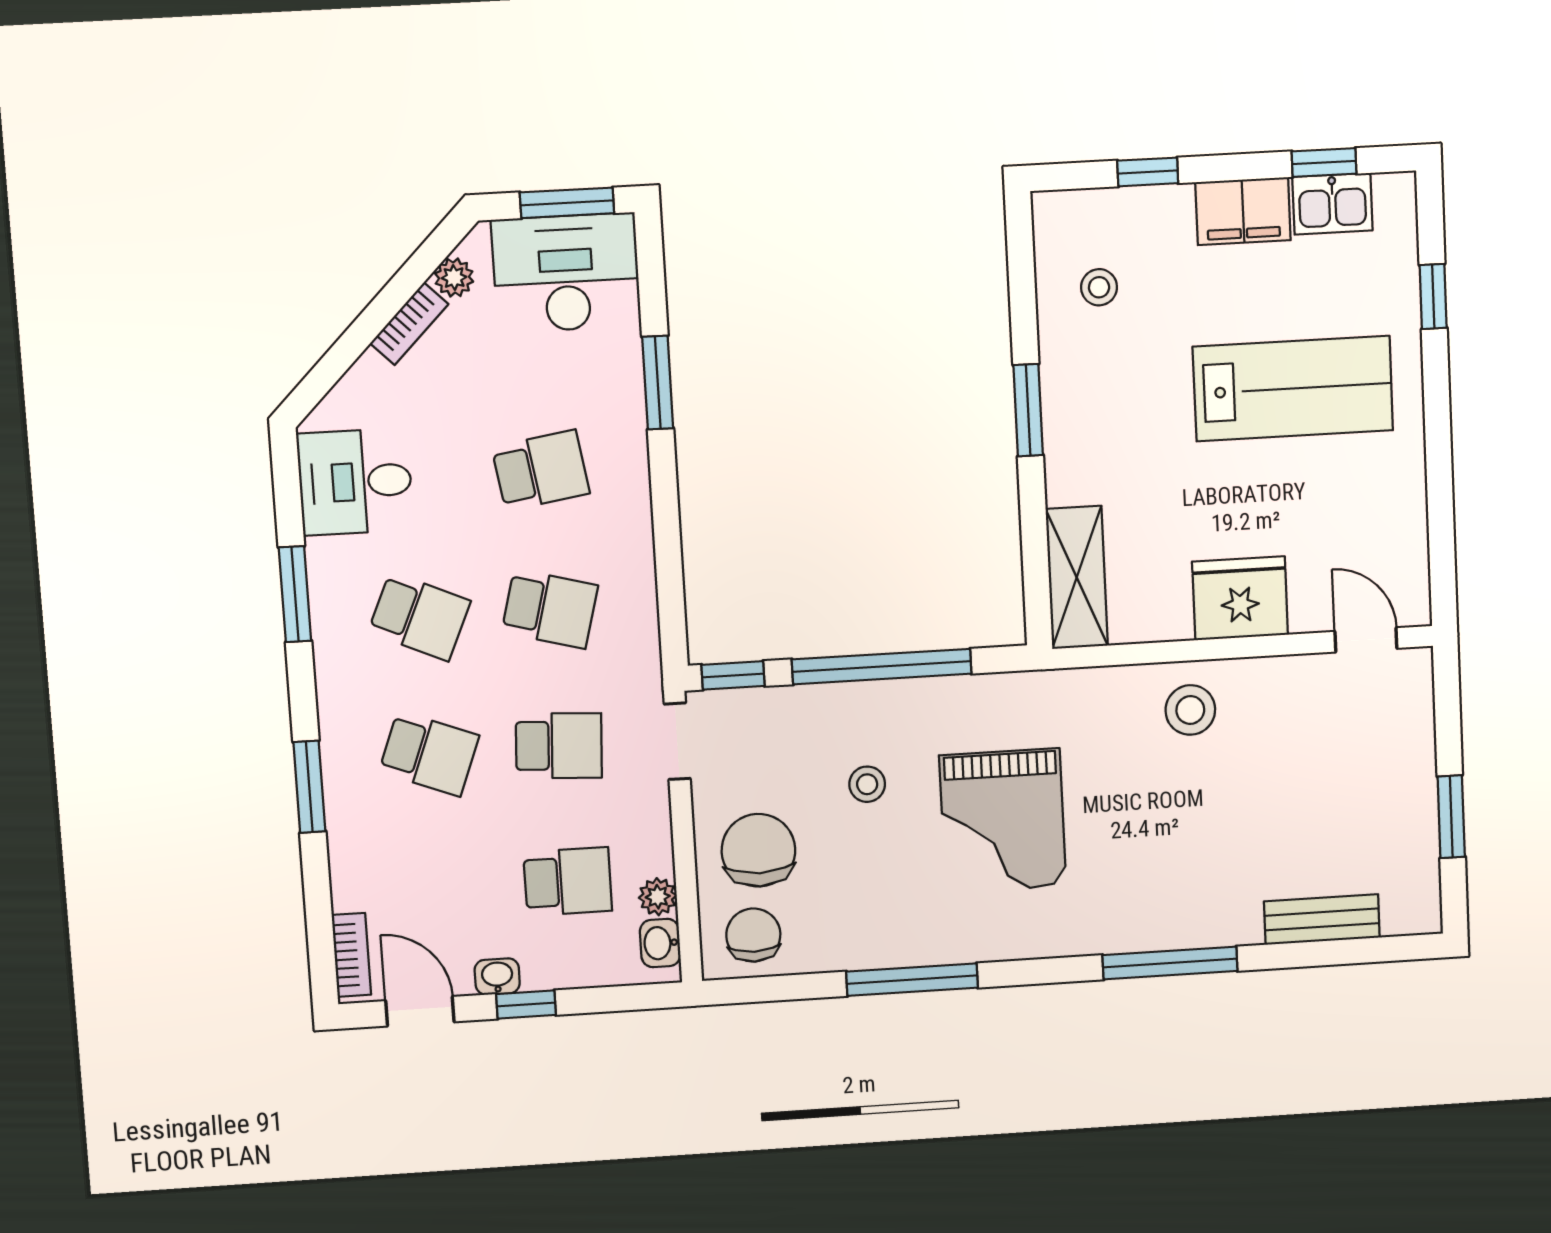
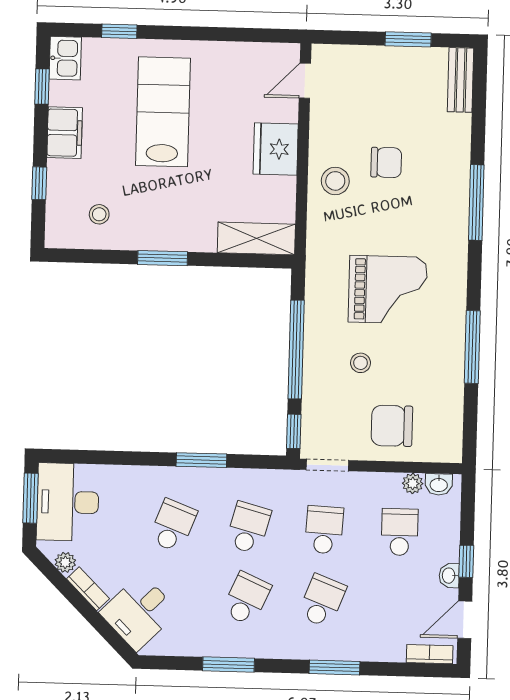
kitchen sink: (1332, 204) -> (65, 58), moved
window: (658, 383) -> (201, 460), moved
school desk: (541, 470) -> (173, 526), turned 30
desk: (355, 482) -> (139, 612), moved, turned 45
bench: (1322, 919) -> (461, 80), moved
chair: (753, 935) -> (386, 162), moved, turned 180

